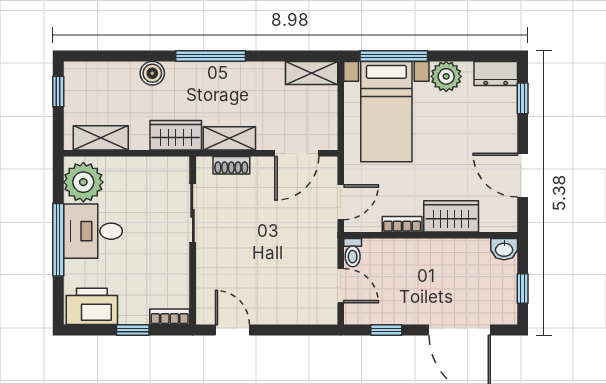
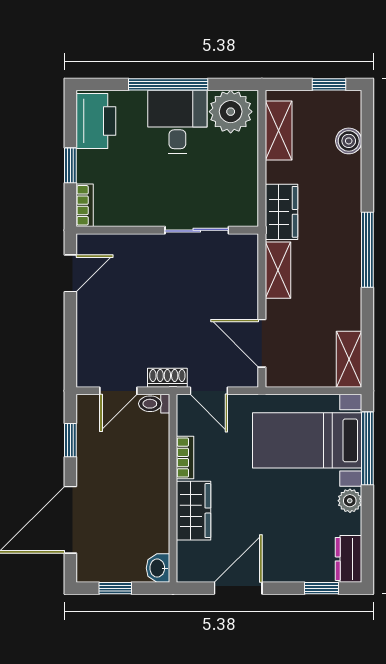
boiler: (152, 73) -> (349, 141), moved
plant: (446, 76) -> (350, 501), width x0.73, depth x0.73
shoe rack: (231, 165) -> (167, 378), moved, turned 90

